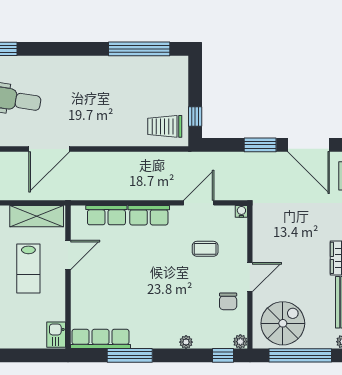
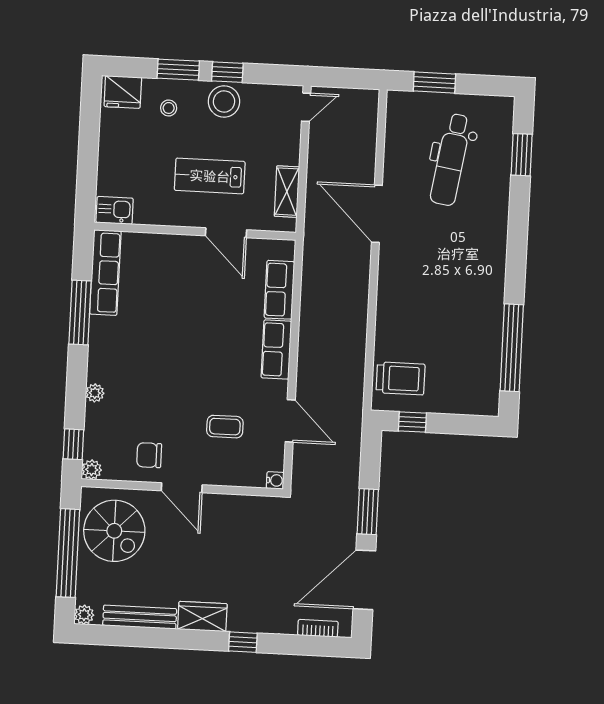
trolley: (165, 126) -> (400, 378), turned 90
shelving: (37, 216) -> (287, 192), width x0.67, depth x0.75
coffee table: (205, 249) -> (225, 427), turned 90

